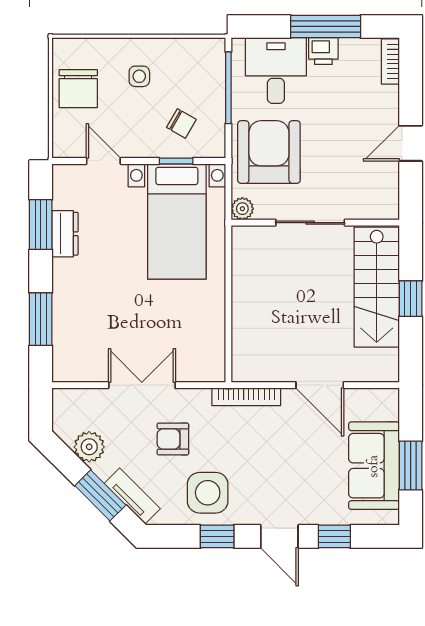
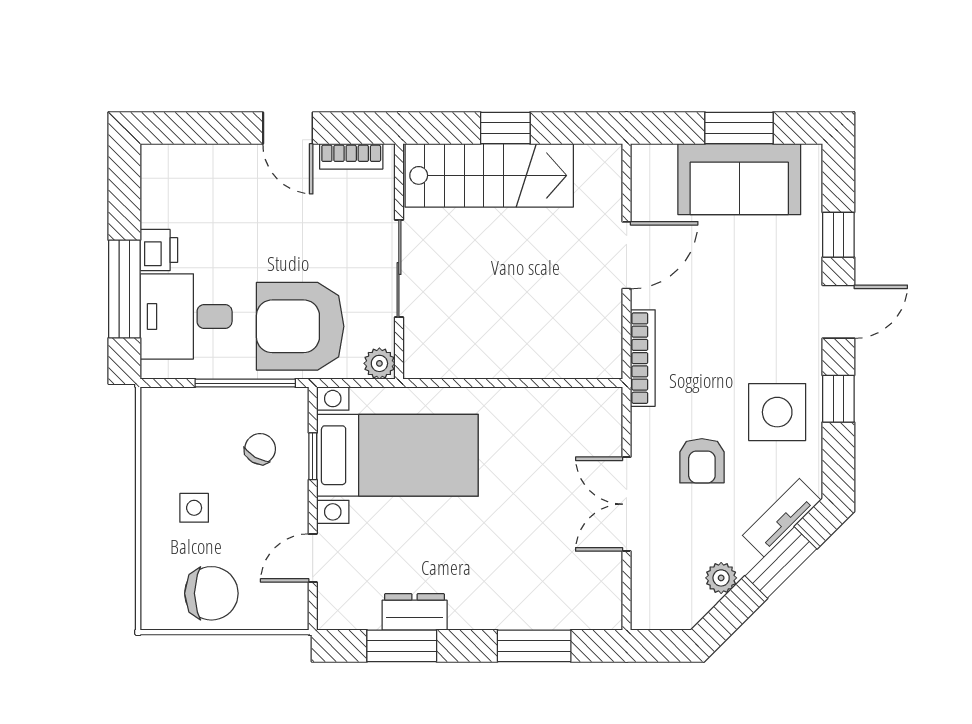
window: (326, 26) -> (124, 289), moved
bookcase: (390, 62) -> (351, 156), moved
window: (228, 88) -> (245, 383), moved
plant: (89, 447) -> (721, 578), width x0.73, depth x0.73

